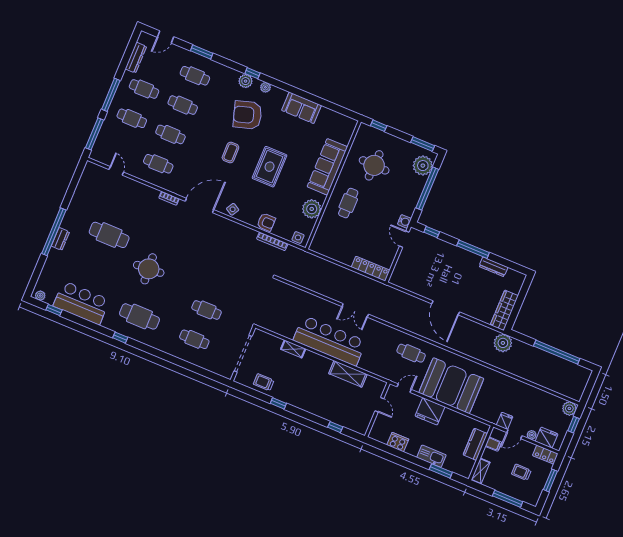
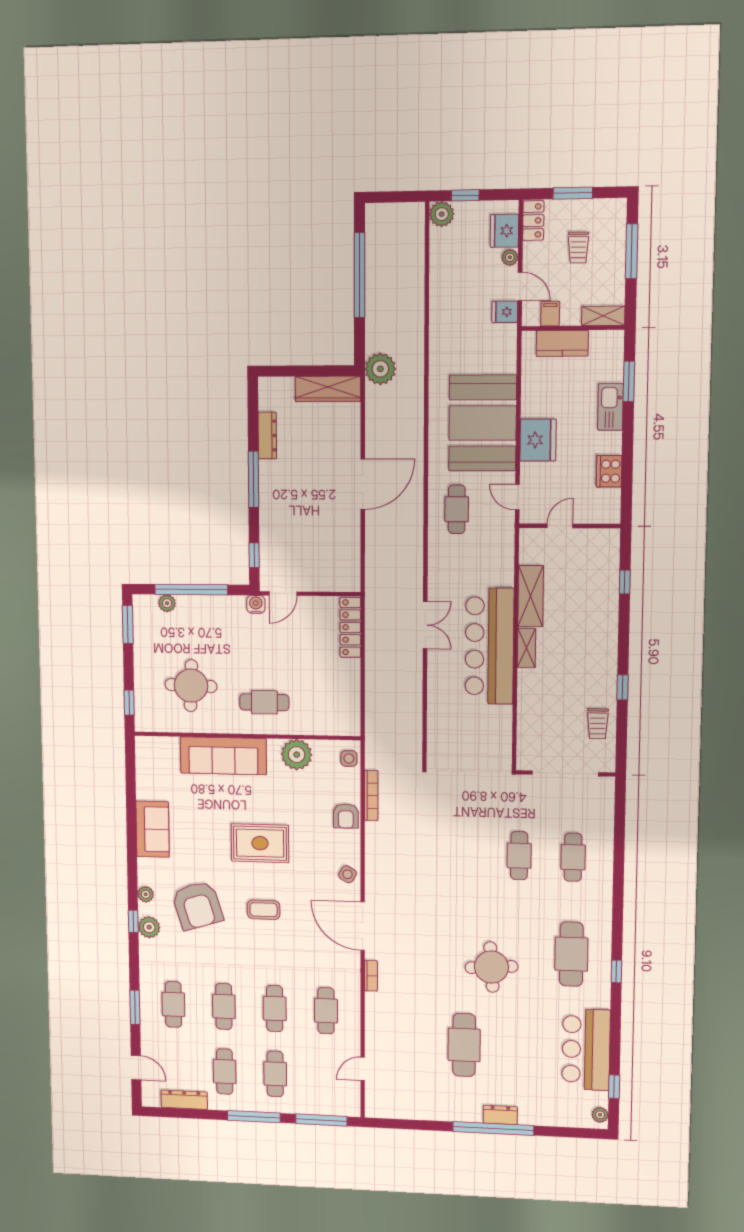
plant: (423, 166) -> (167, 603), width x0.53, depth x0.53
armchair: (266, 222) -> (346, 816), turned 180
shelving: (293, 349) -> (527, 648), moved

